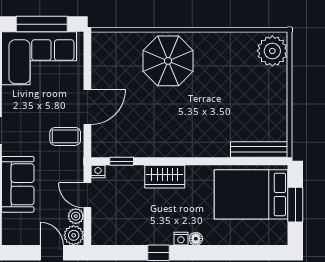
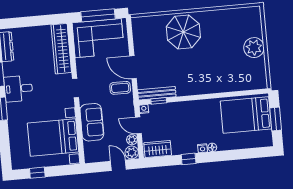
plant: (272, 51) -> (254, 48), moved
door: (87, 107) -> (133, 67), swing flipped
bench: (259, 150) -> (157, 93), moved
wardrobe: (165, 177) -> (158, 149), moved, turned 180

